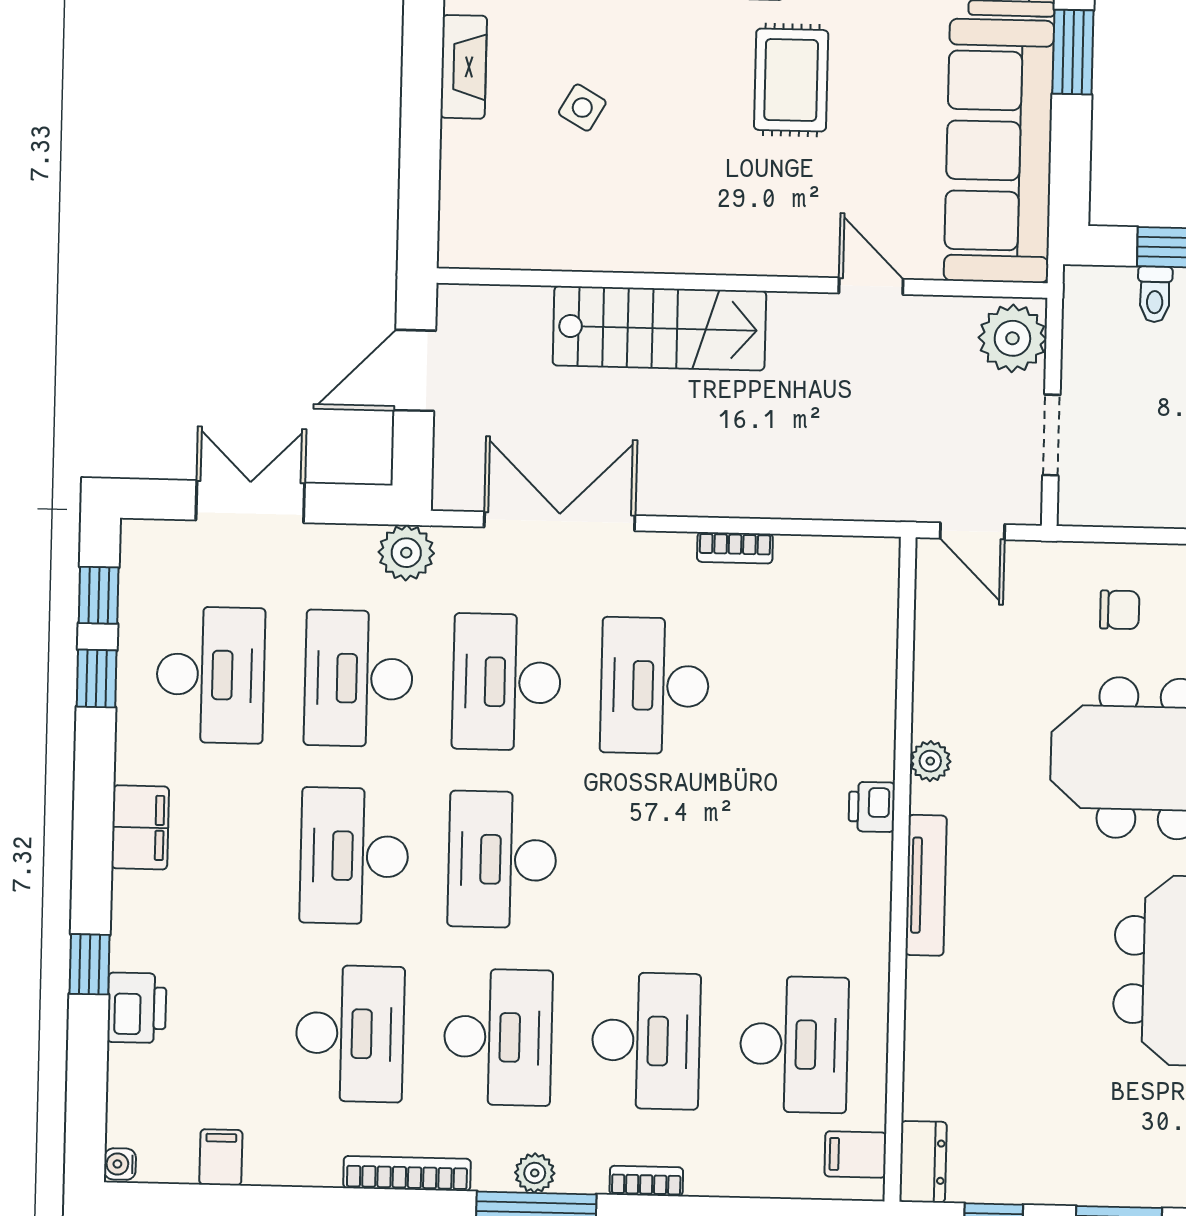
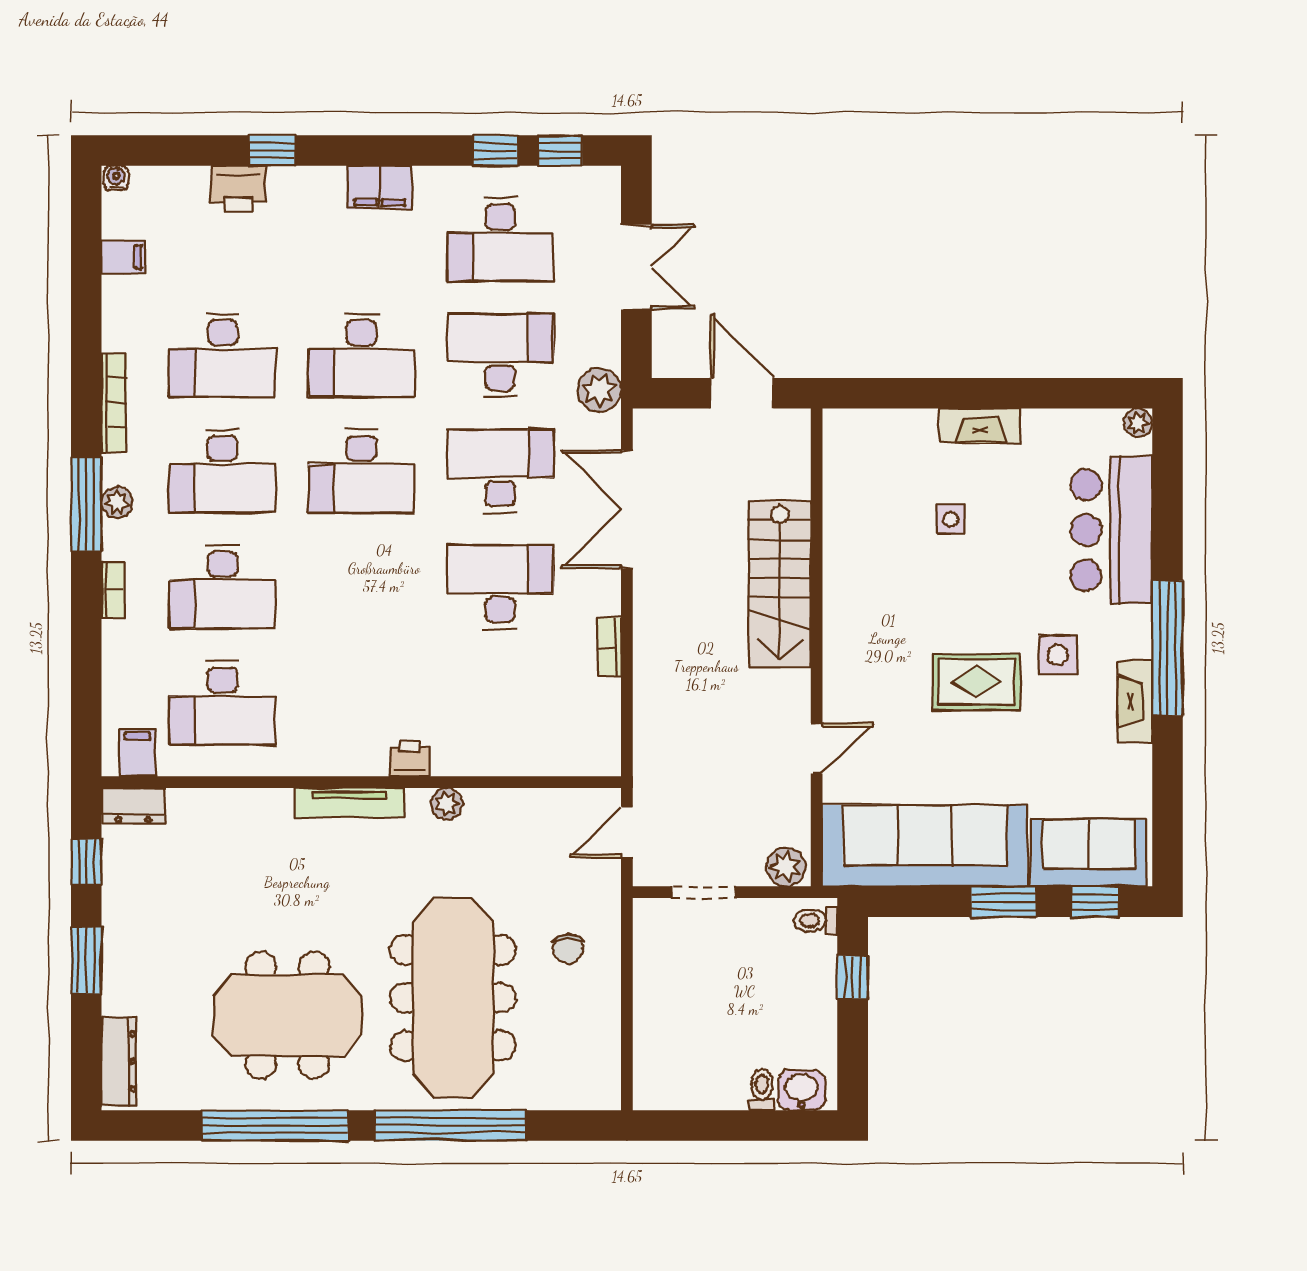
side table: (582, 108) -> (951, 519), turned -30
toilet: (1155, 294) -> (816, 920), moved
plant: (1012, 338) -> (786, 867), width x0.73, depth x0.73
double door: (560, 521) -> (627, 509), swing flipped
desk: (354, 856) -> (361, 355), turned 180
desk: (502, 860) -> (361, 471), turned 180

